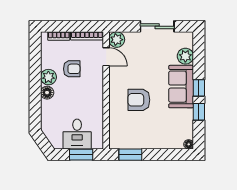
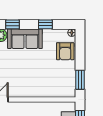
window: (199, 88) -> (12, 24), moved
armchair: (139, 100) -> (65, 51), moved

